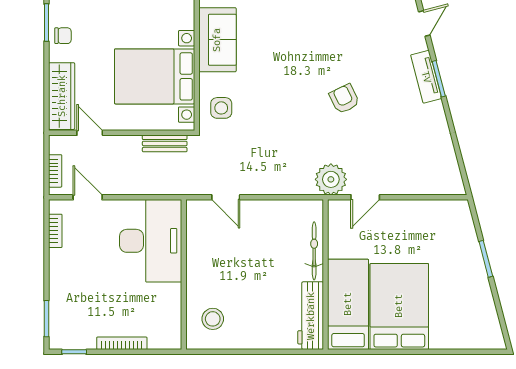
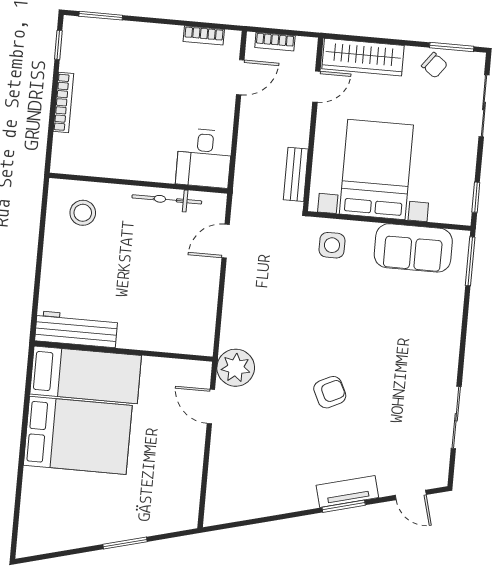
chair: (63, 36) -> (434, 65), turned -53
desk: (151, 241) -> (204, 158), width x0.53, depth x0.77
bicycle: (314, 251) -> (167, 199), moved, turned 180

